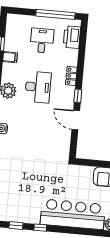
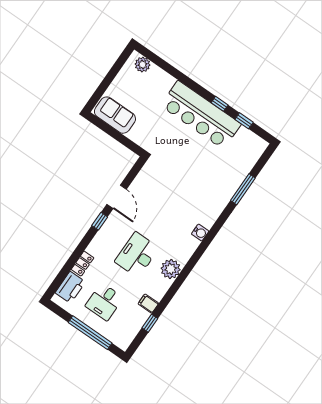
window: (55, 14) -> (90, 333), moved
locker: (71, 76) -> (83, 264), moved
bar counter: (73, 214) -> (201, 115), moved

